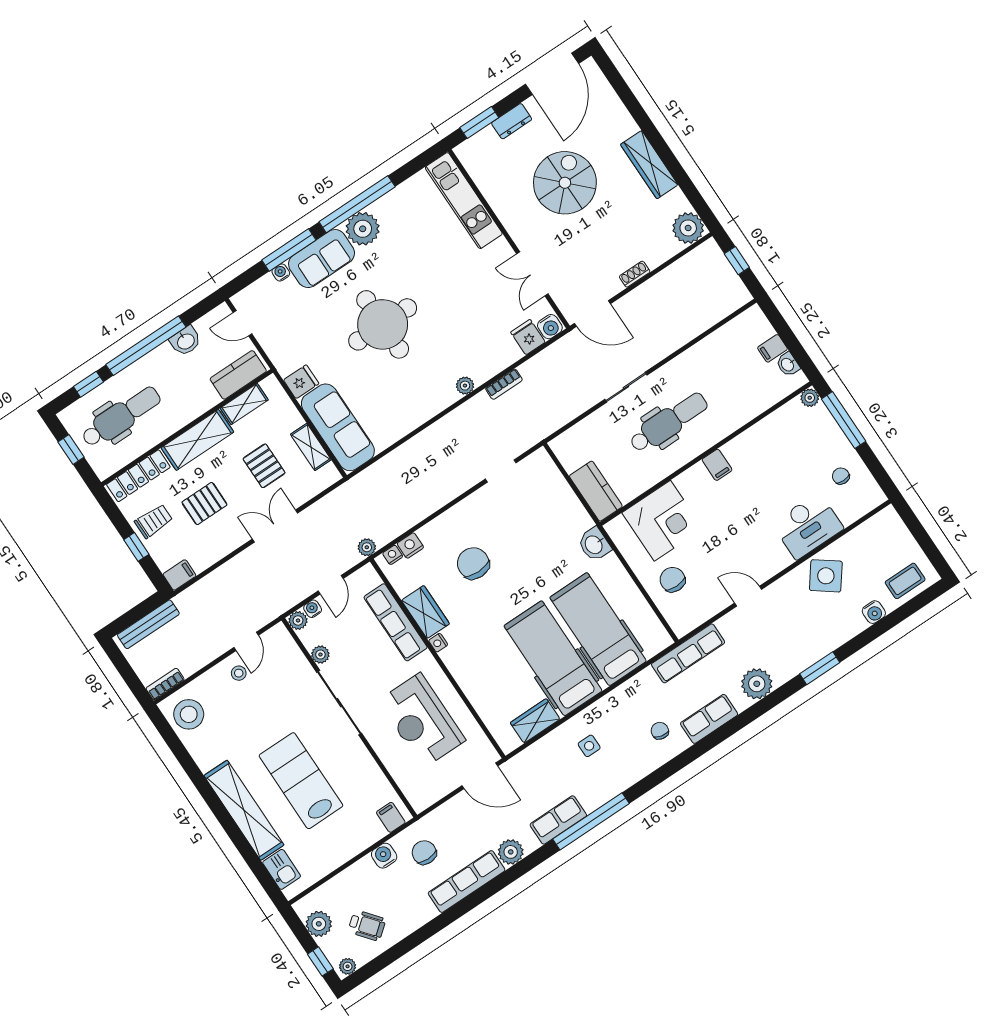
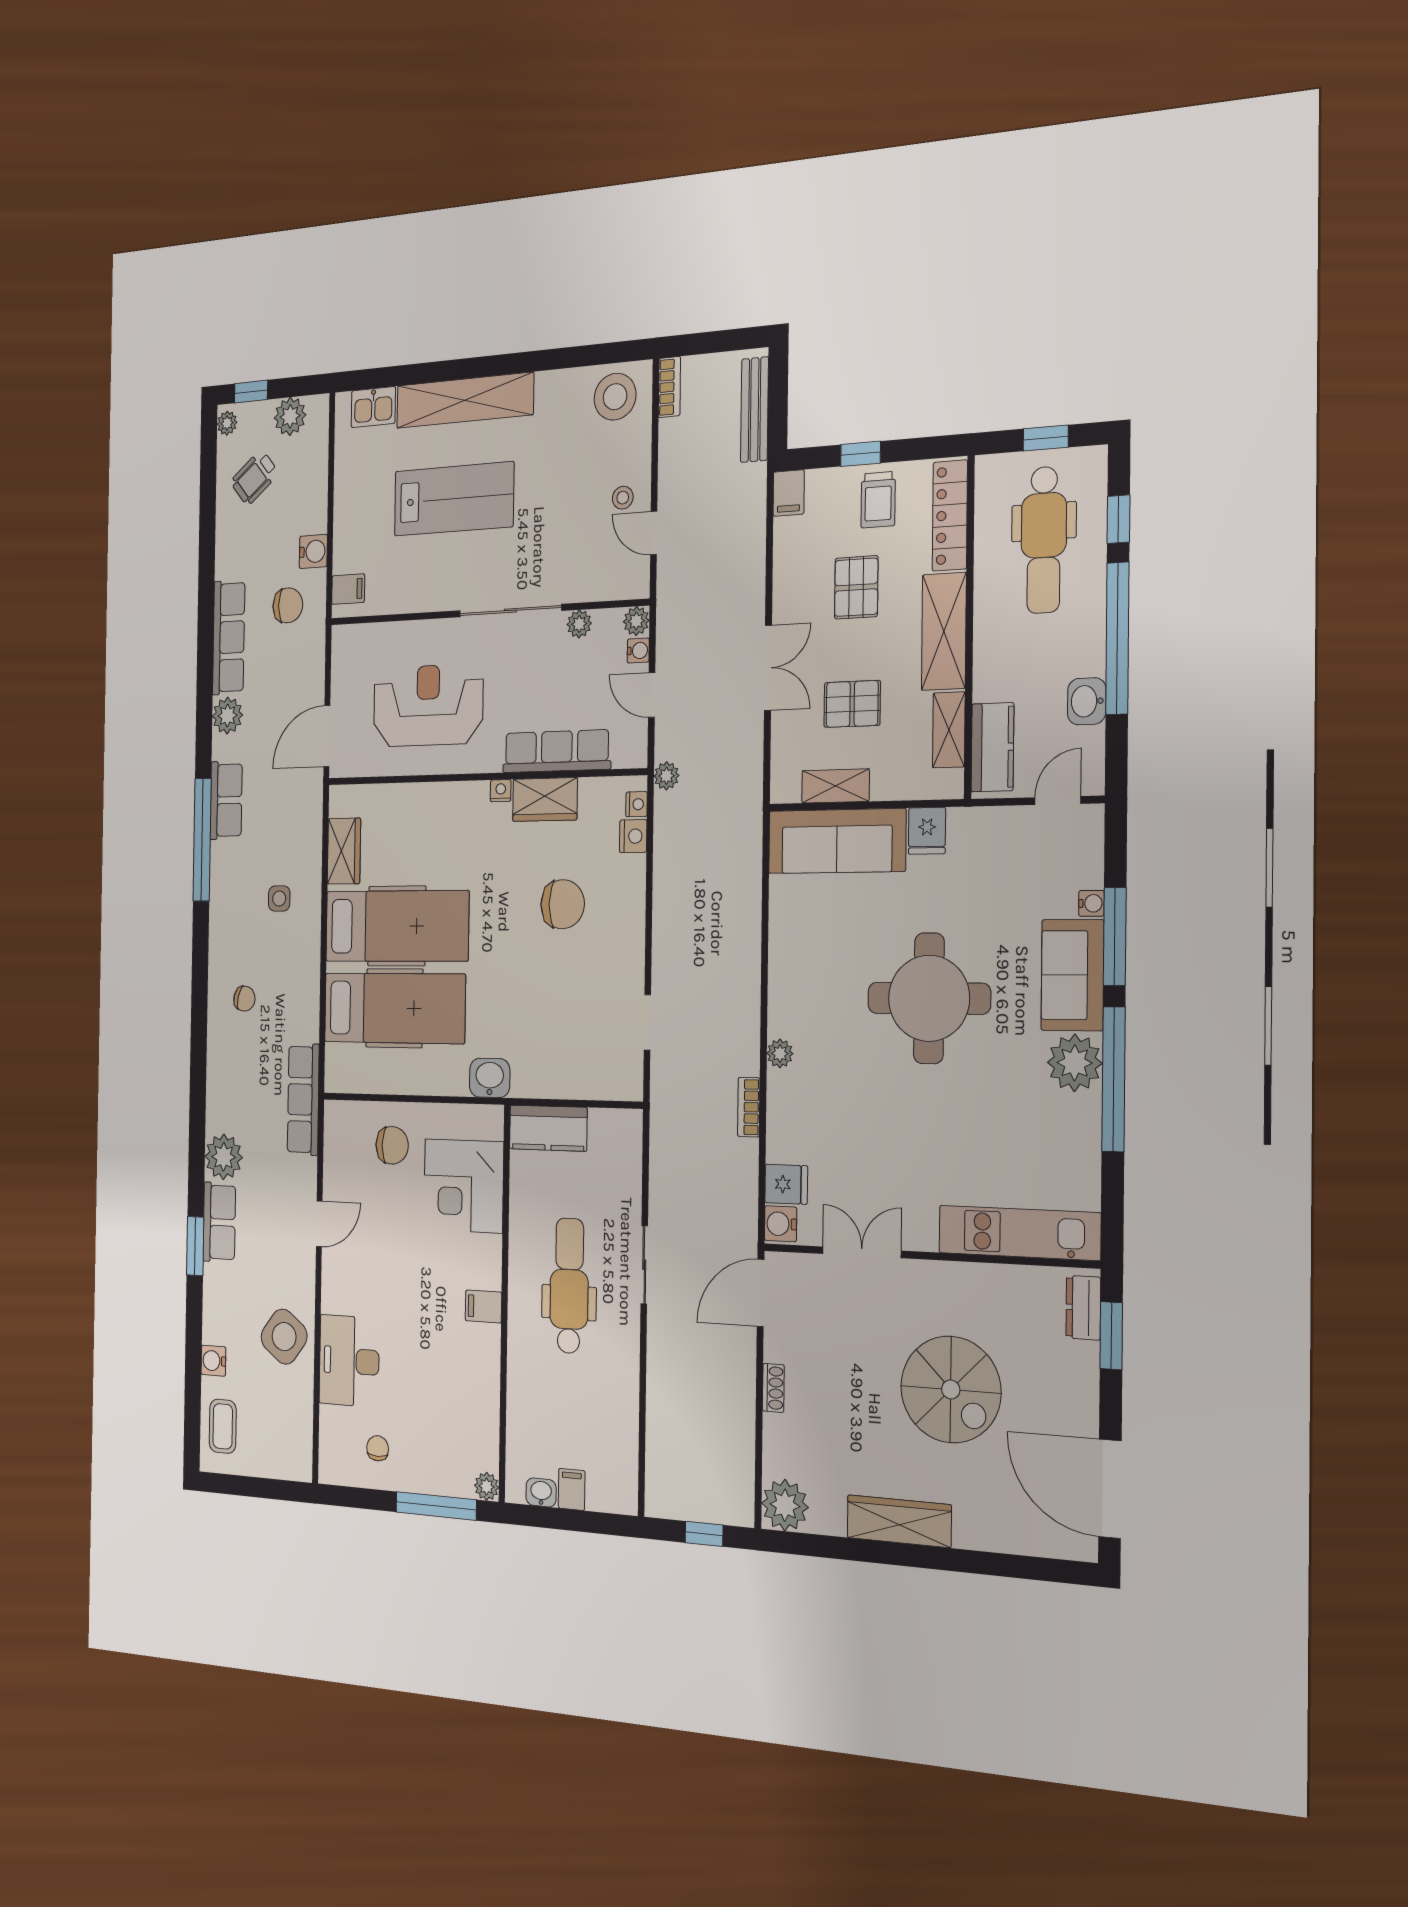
dresser: (512, 121) -> (1083, 1308), moved
dental chair: (669, 422) -> (569, 1286), turned 180
chair: (841, 476) -> (378, 1448), turned -90
row of seats: (709, 719) -> (219, 1222), moved

